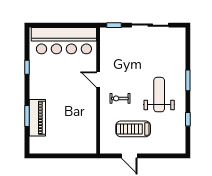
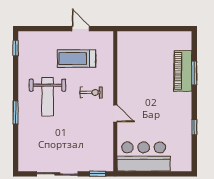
bar counter: (64, 41) -> (144, 157), width x0.73
window: (188, 119) -> (16, 48), moved
treadmill: (133, 129) -> (76, 59), turned 180

